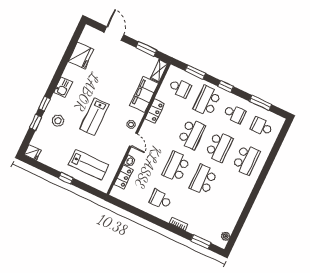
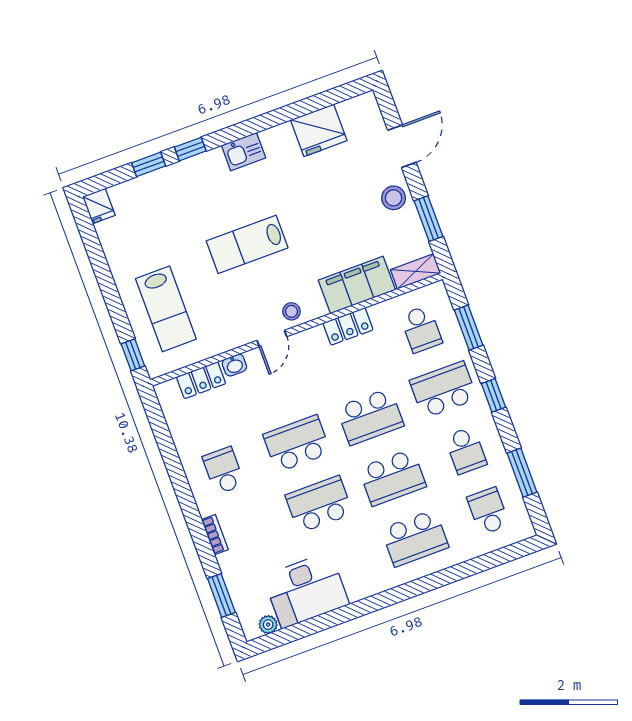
stool: (58, 121) -> (394, 198), moved
window: (66, 178) -> (133, 355), moved
desk: (227, 212) -> (306, 590), added

